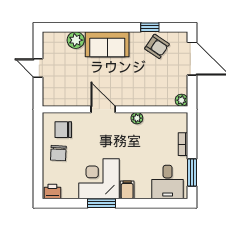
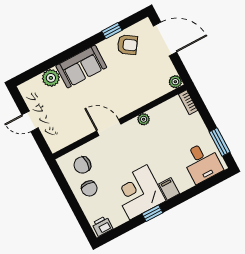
bookcase: (183, 144) -> (188, 102), moved
window: (101, 203) -> (152, 213), width x0.67

